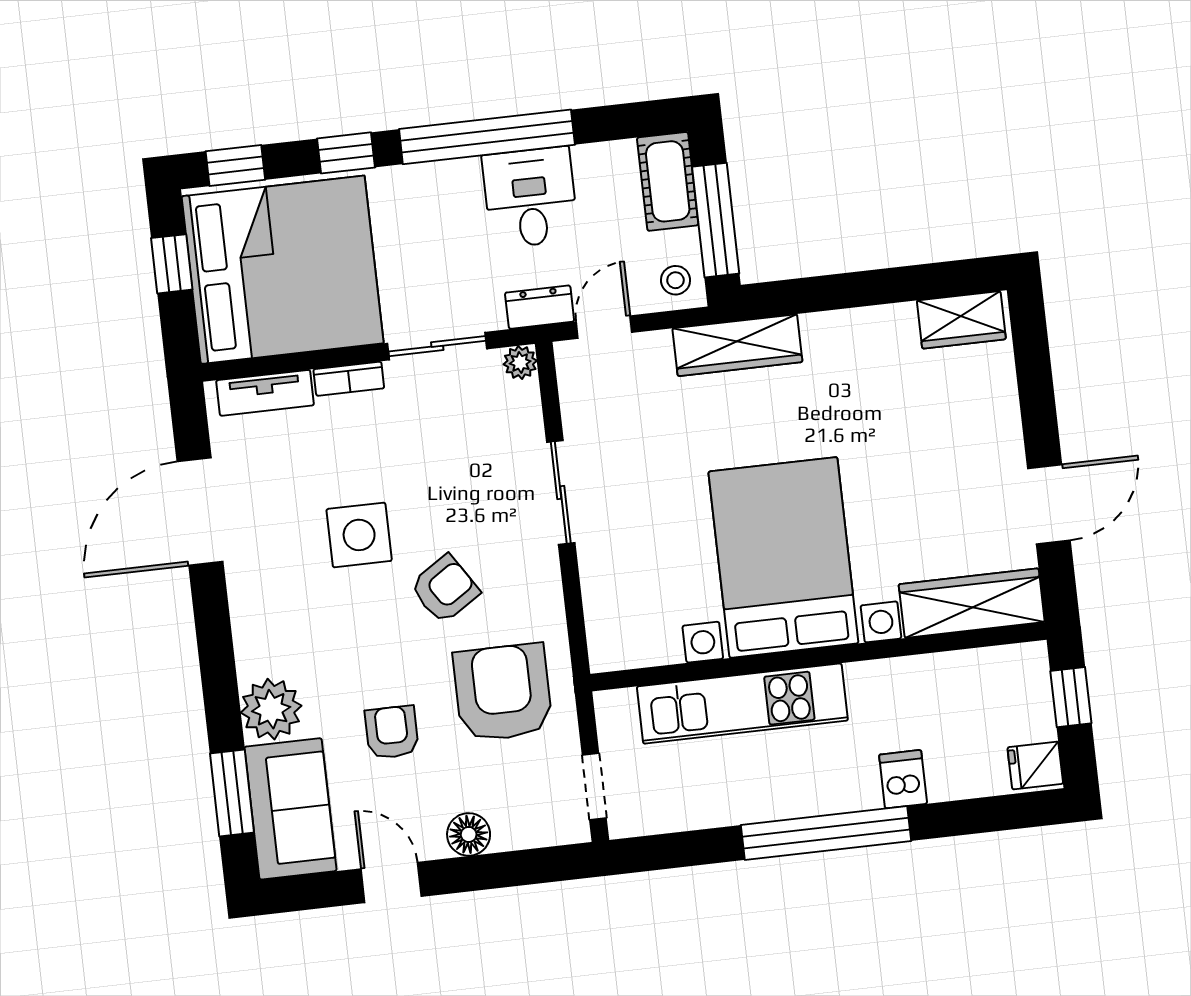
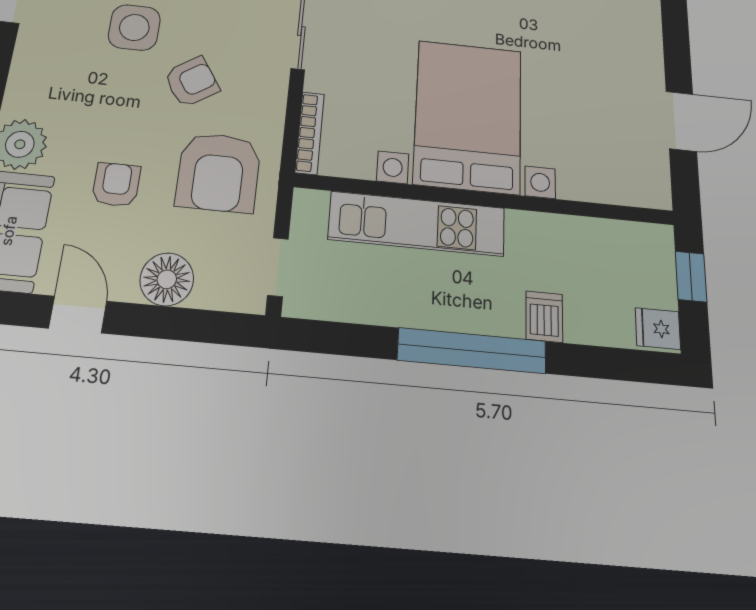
wardrobe: (972, 603) -> (615, 183), removed
bookcase: (597, 621) -> (310, 133), added
armchair: (503, 693) -> (219, 172), turned 180
floor lamp: (469, 834) -> (167, 279), width x1.38, depth x1.38

